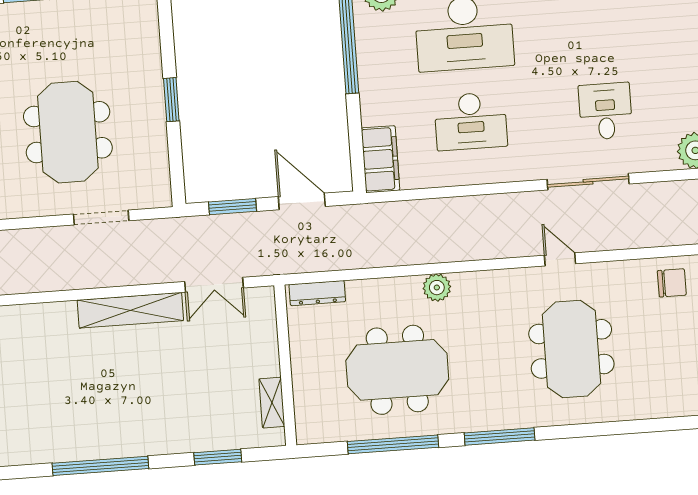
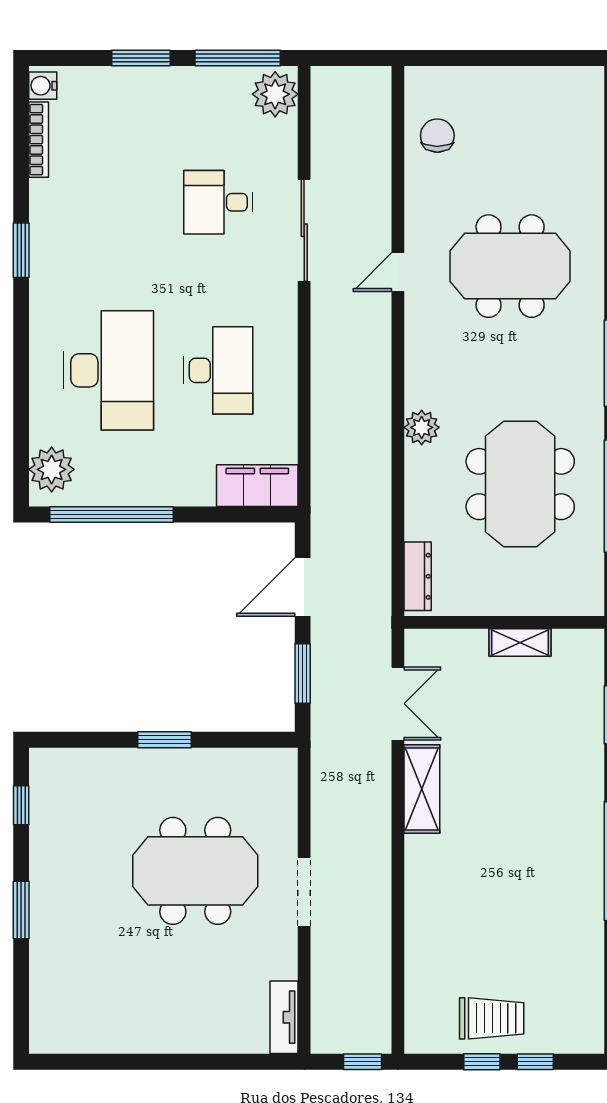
doorway: (101, 217) -> (304, 892), moved
shelving: (130, 310) -> (422, 789), width x0.68
shelving: (272, 403) -> (520, 643), moved

